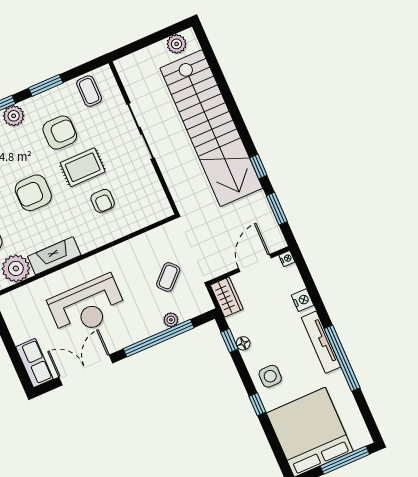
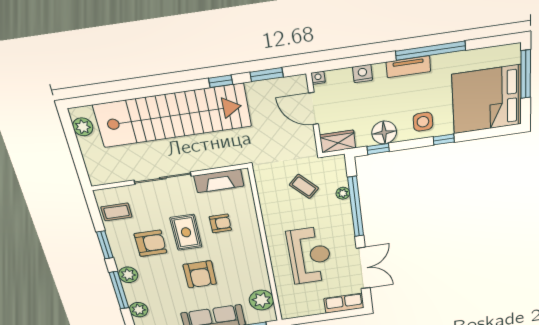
armchair: (60, 133) -> (150, 243), turned 90
fireplace: (54, 256) -> (219, 181), moved, turned -90
tv unit: (321, 342) -> (408, 67), width x0.71
floor lamp: (243, 343) -> (384, 132), width x1.89, depth x1.89
double door: (86, 370) -> (363, 268), swing flipped

